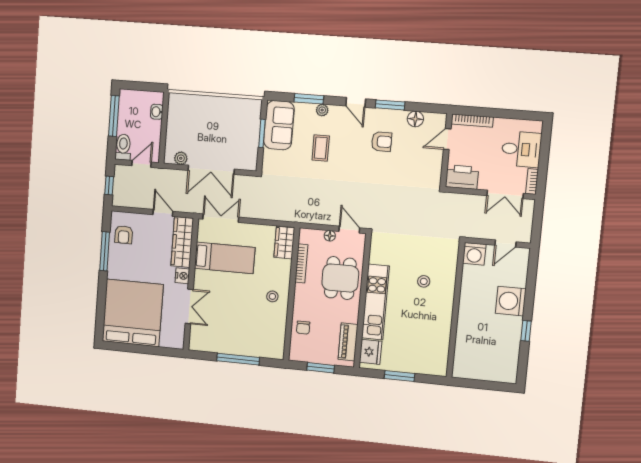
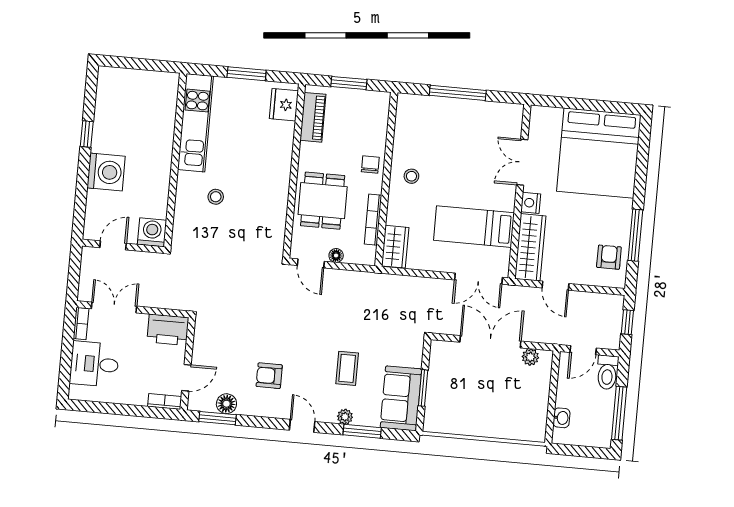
window: (390, 105) -> (217, 418), moved
bookcase: (472, 121) -> (165, 402), width x0.64
kitchen unit: (375, 302) -> (195, 123), moved, turned 180
chair: (303, 328) -> (370, 164), moved

